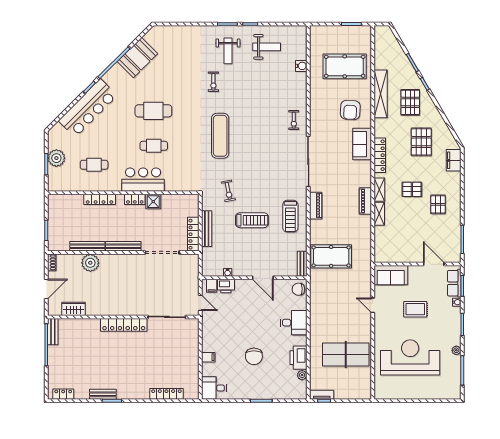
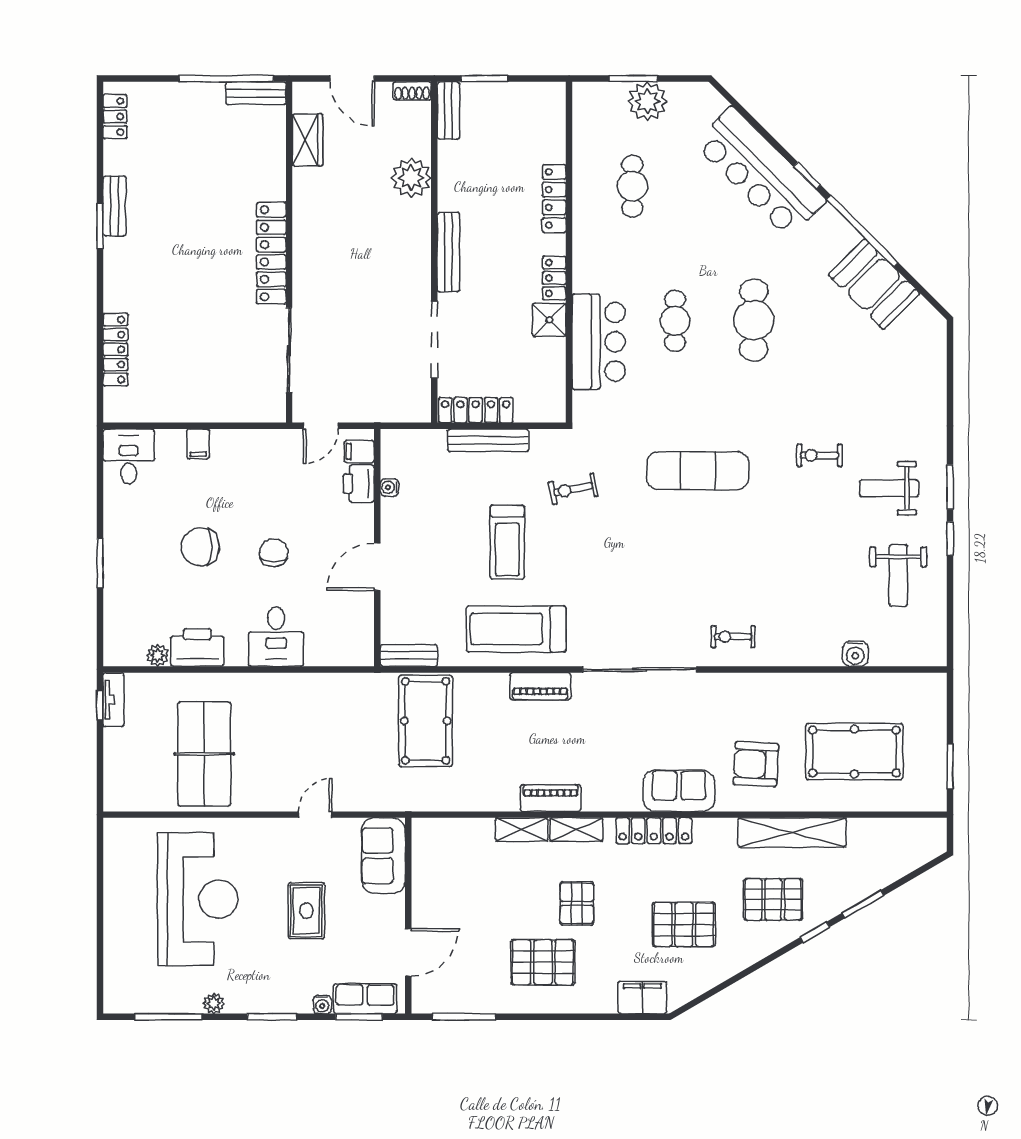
pool table: (345, 66) -> (854, 752), turned 90
bar counter: (143, 180) -> (599, 342), moved
pallet: (438, 204) -> (543, 962), width x1.50, depth x1.42
treadmill: (290, 216) -> (516, 629), width x1.37, depth x1.38
bench: (87, 246) -> (448, 111), moved, width x0.73
chair: (298, 289) -> (274, 553), moved

